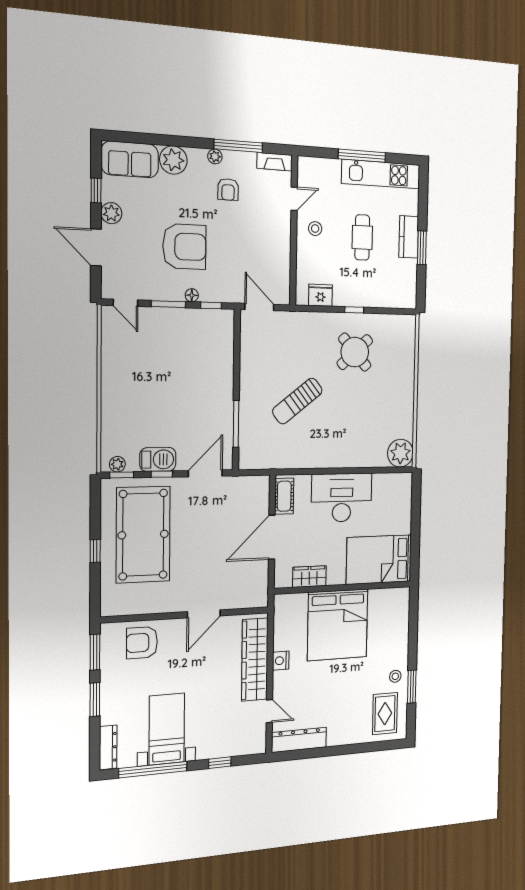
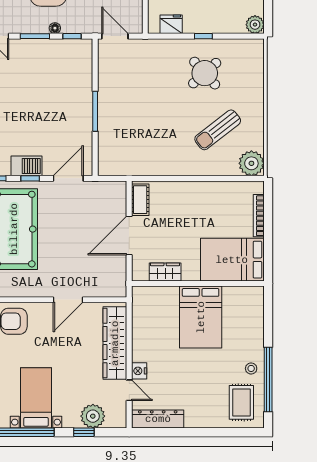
plant: (407, 299) -> (255, 25), added
sun lounger: (297, 401) -> (218, 130), moved
window: (236, 424) -> (95, 111), moved
desk: (342, 498) -> (195, 202), removed
bookcase: (406, 510) -> (259, 216), added
bed: (338, 625) -> (201, 317), width x0.73
nightstand: (281, 661) -> (139, 371), moved
window: (412, 687) -> (268, 379), width x2.11
plant: (230, 744) -> (93, 416), added

